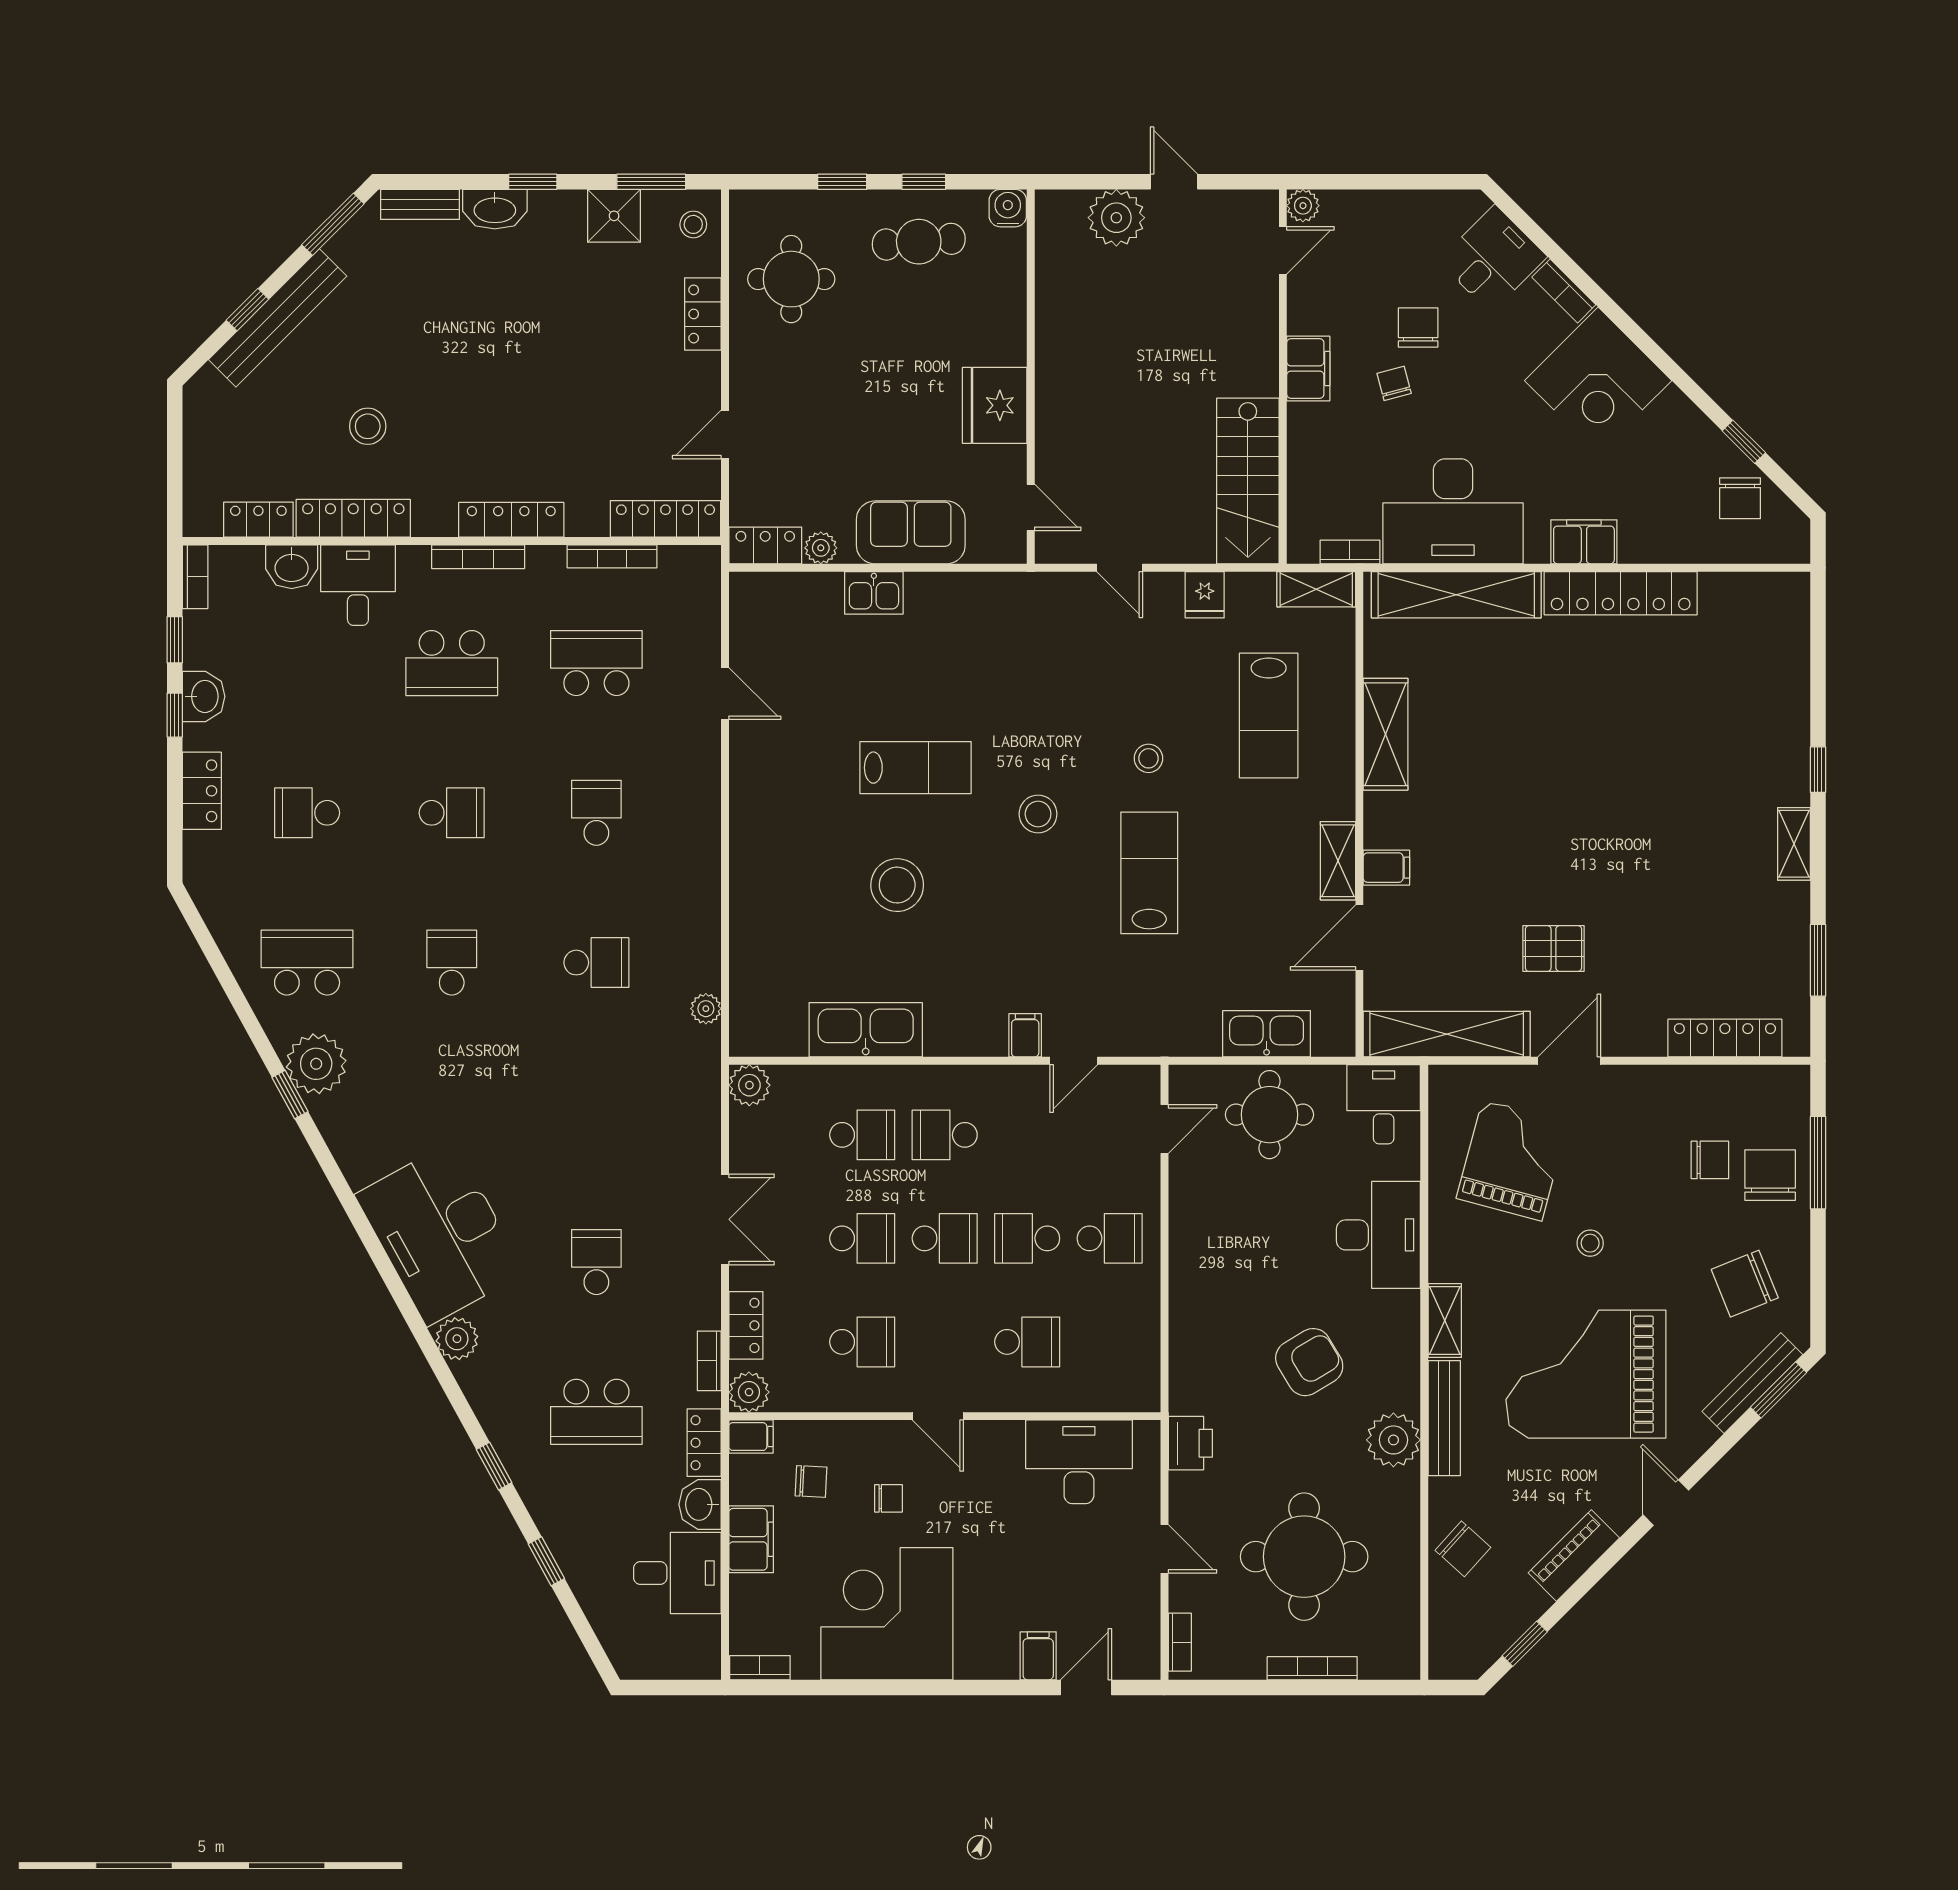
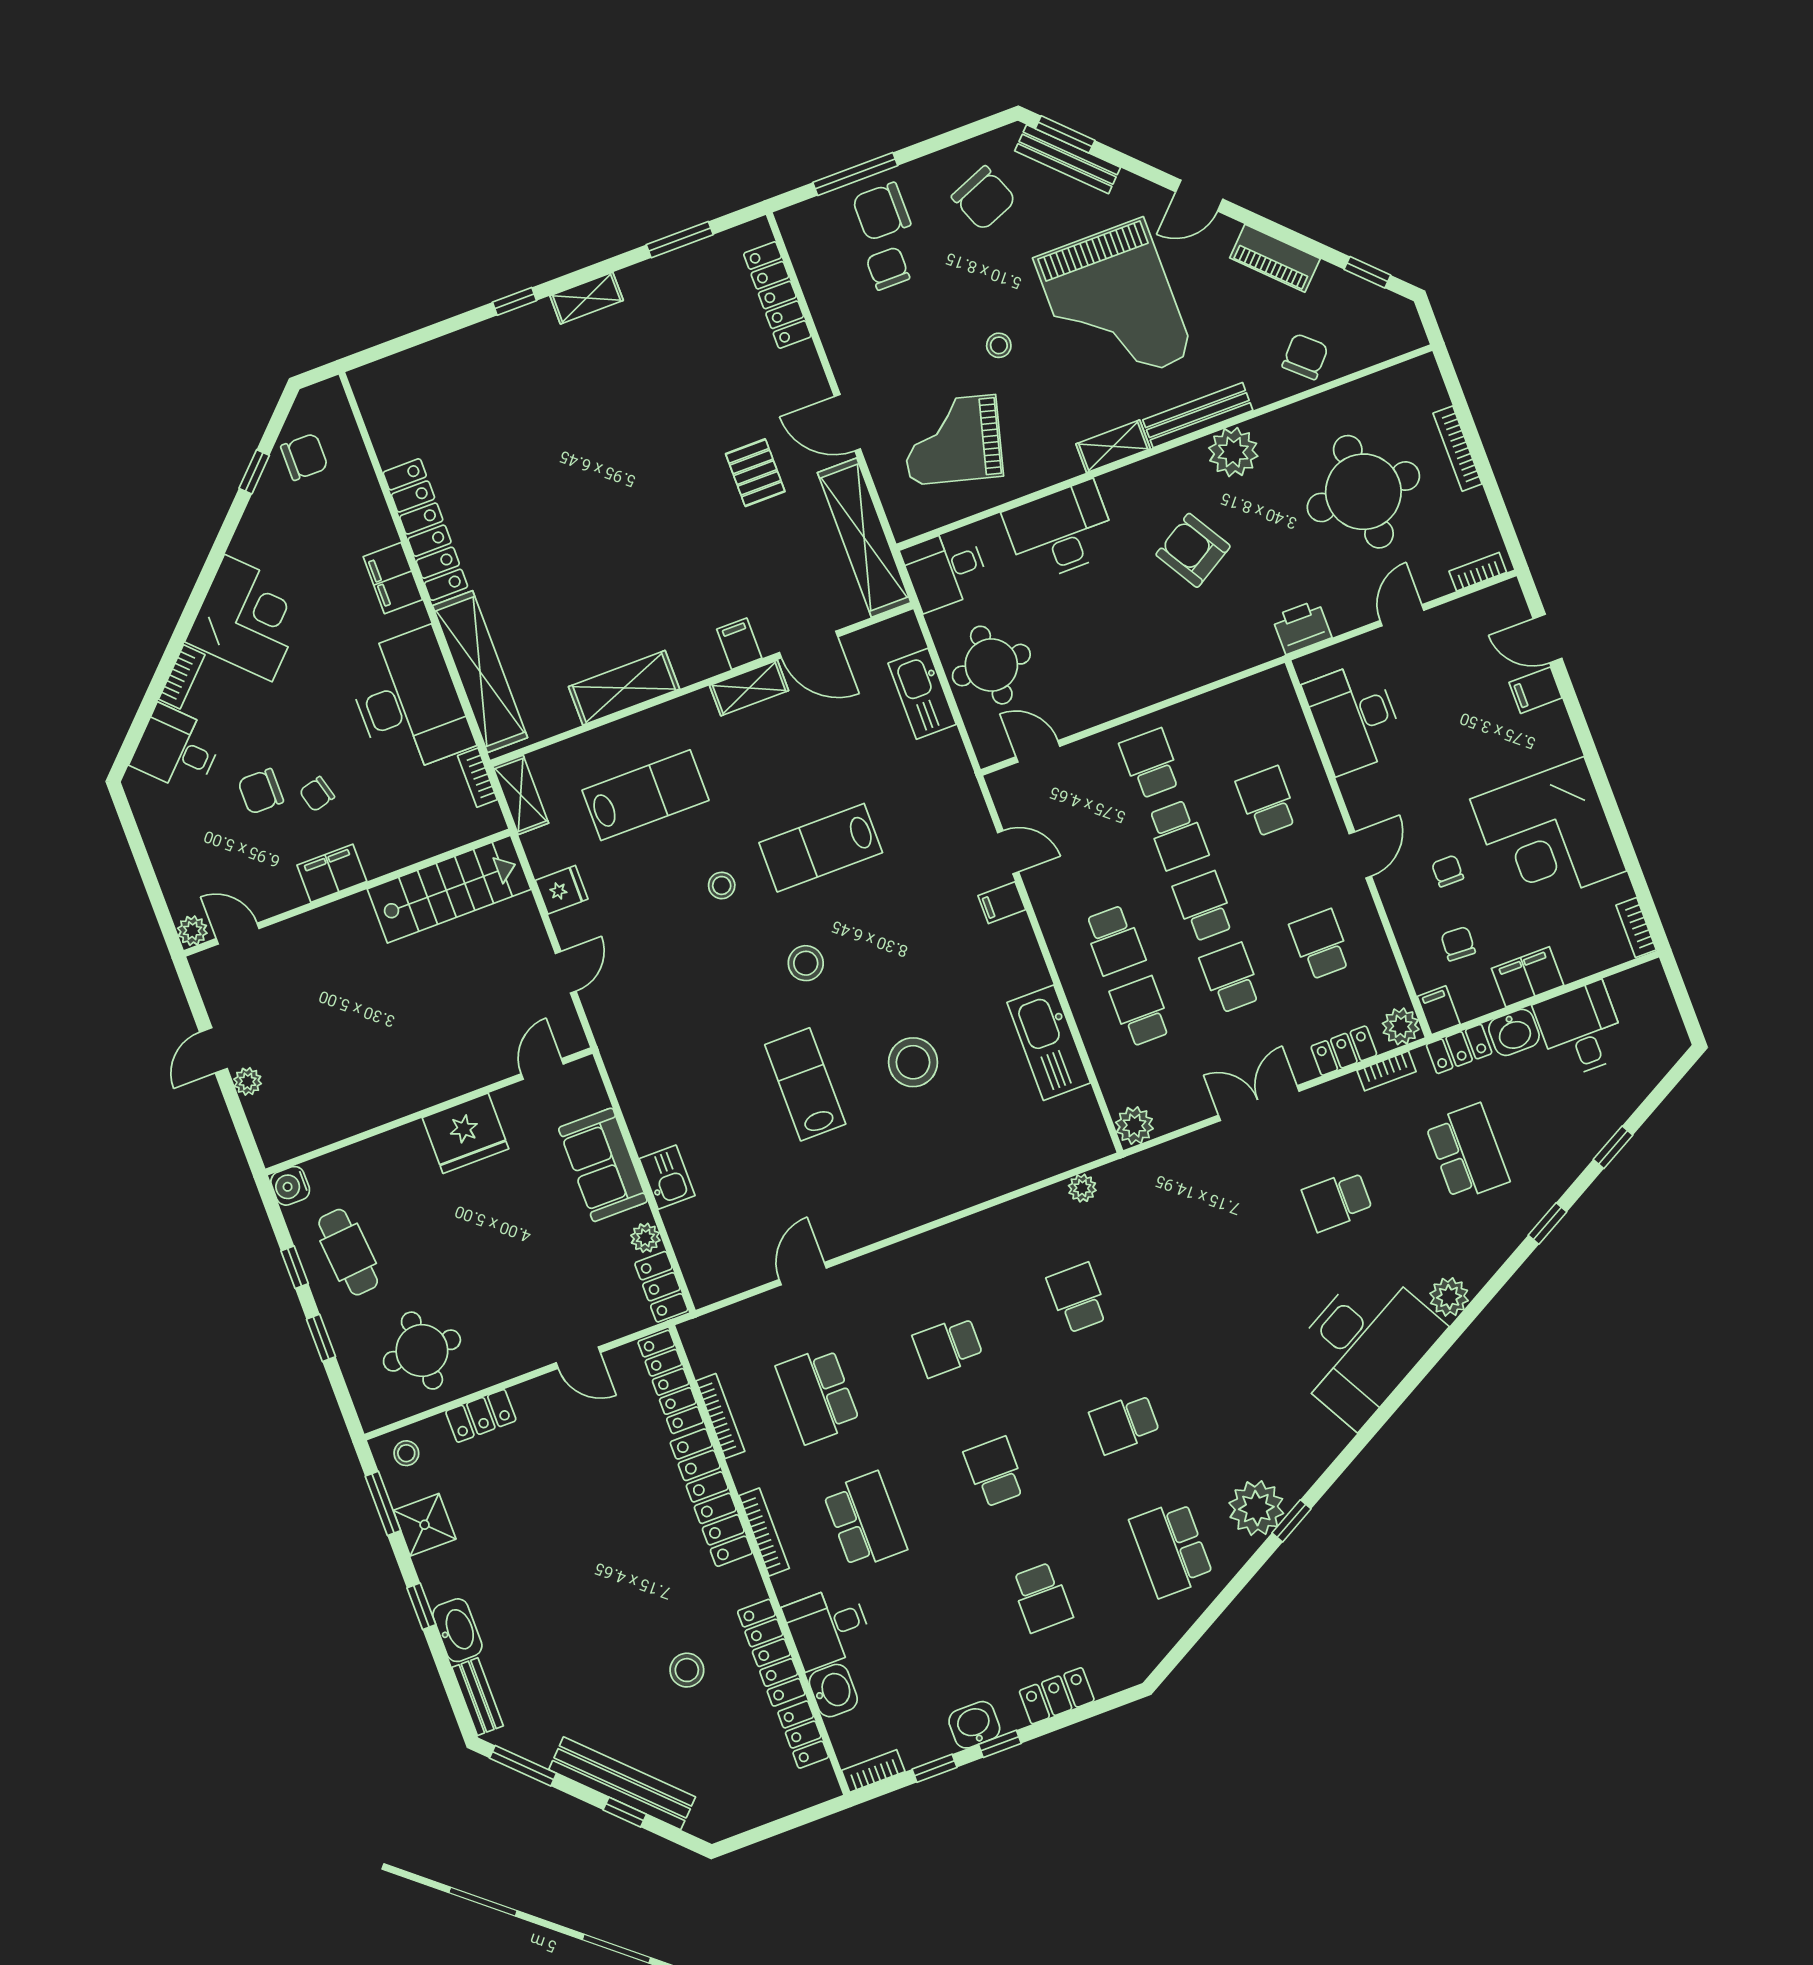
plant: (1116, 218) -> (248, 1081), width x0.53, depth x0.53
locker: (511, 520) -> (711, 1498), width x1.41, depth x1.21

